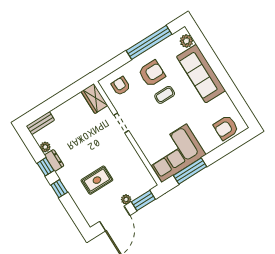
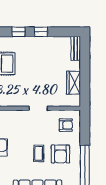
wardrobe: (94, 98) -> (74, 83), moved, turned -90
plant: (45, 147) -> (56, 41), removed
dresser: (54, 160) -> (42, 41), removed

